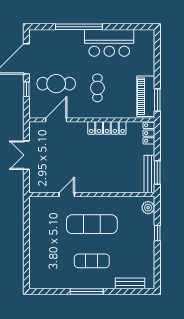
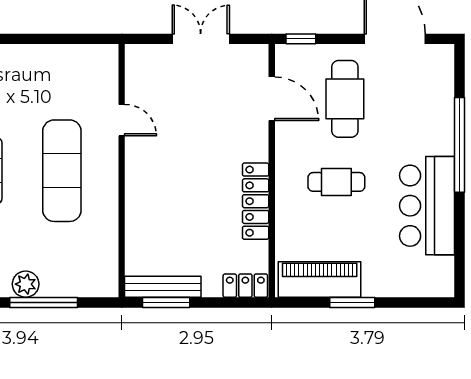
window: (26, 89) -> (301, 39), moved
window: (157, 100) -> (352, 302), moved
plant: (148, 208) -> (26, 284), moved
window: (157, 233) -> (44, 302), width x2.17

